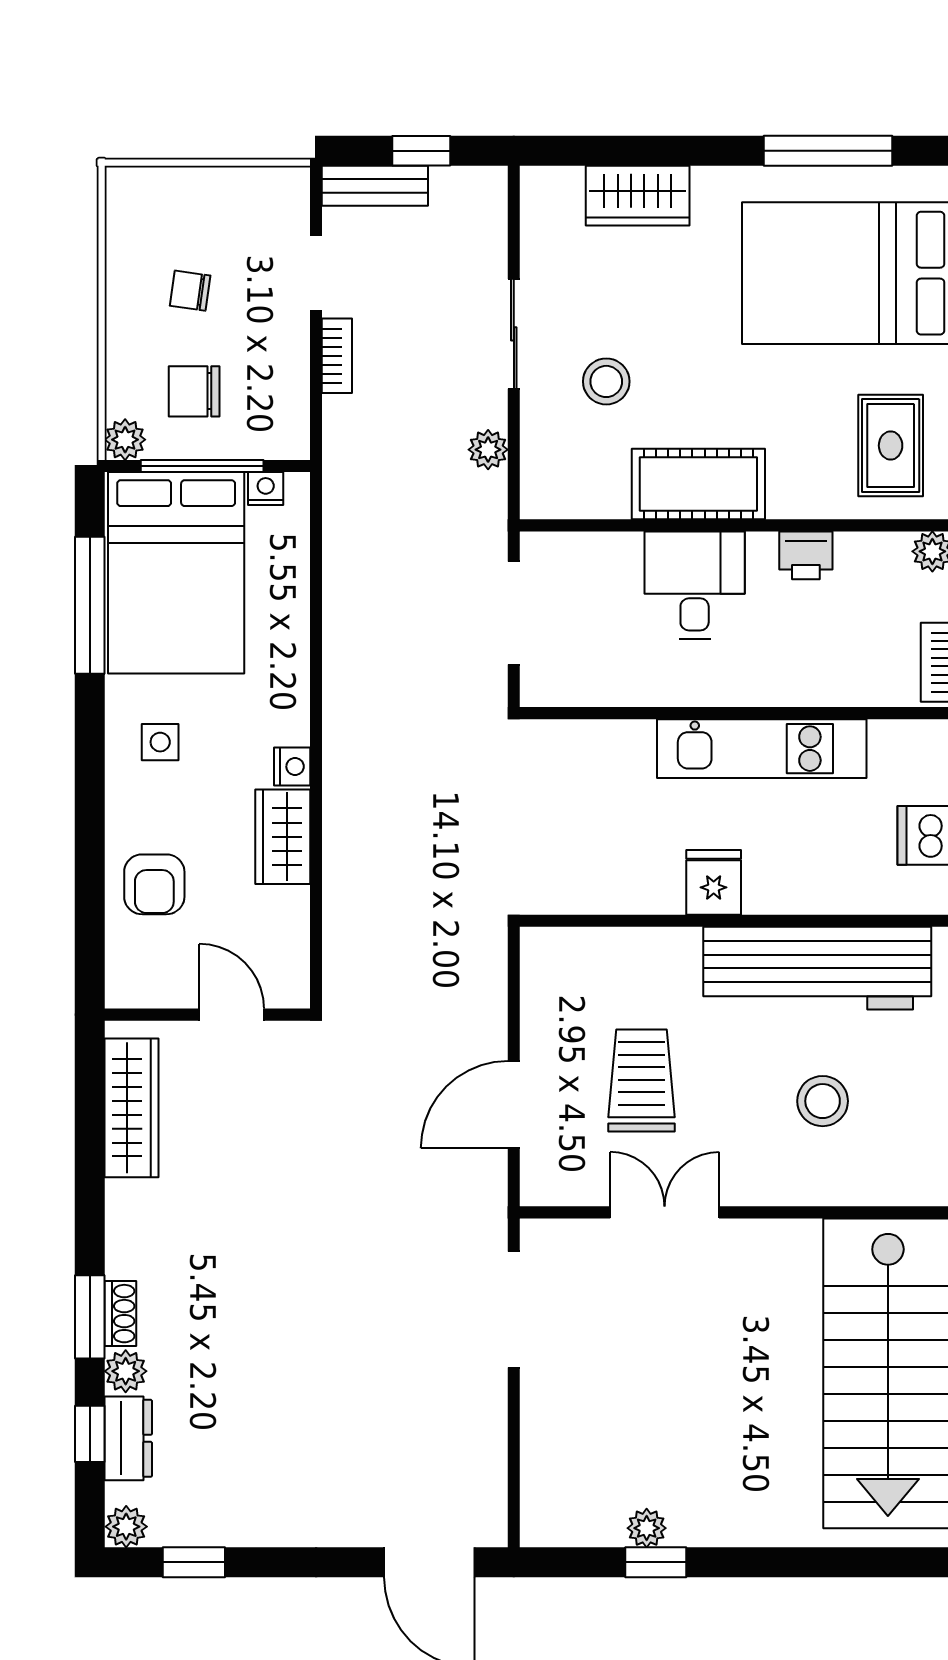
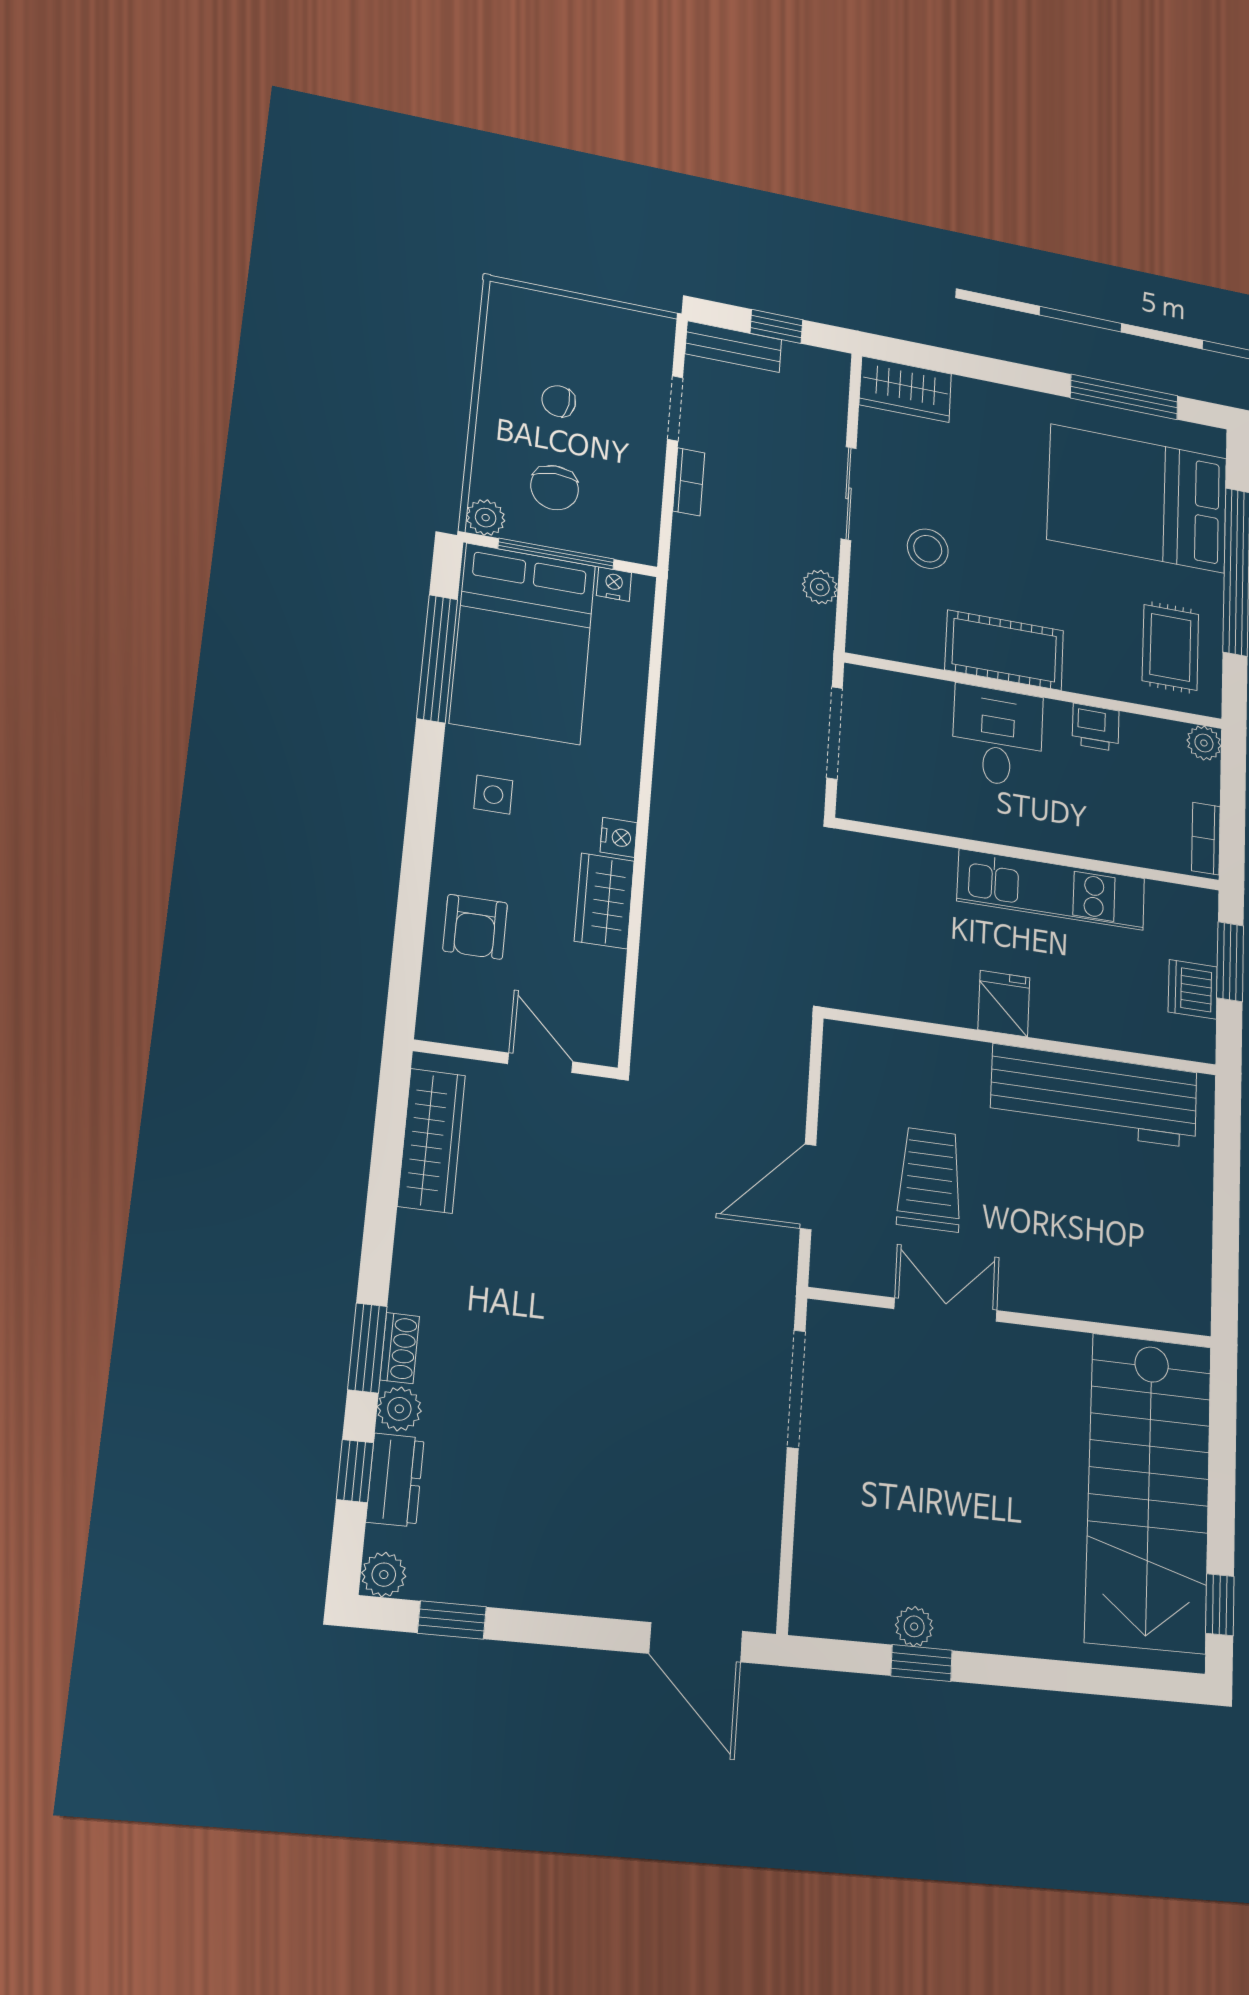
wardrobe: (638, 196) -> (905, 389), moved
chair: (194, 391) -> (555, 488), turned -92
stool: (823, 1101) -> (1096, 1221), removed

